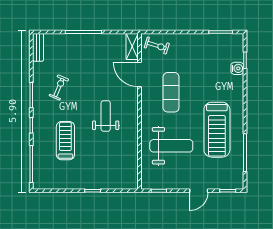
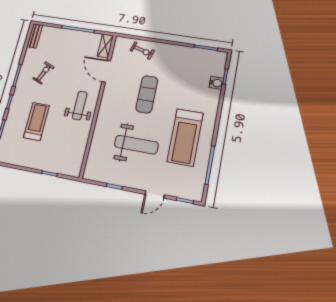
shelving: (132, 46) -> (105, 46), moved
door: (139, 74) -> (106, 71), moved
wall: (139, 111) -> (98, 104), moved

